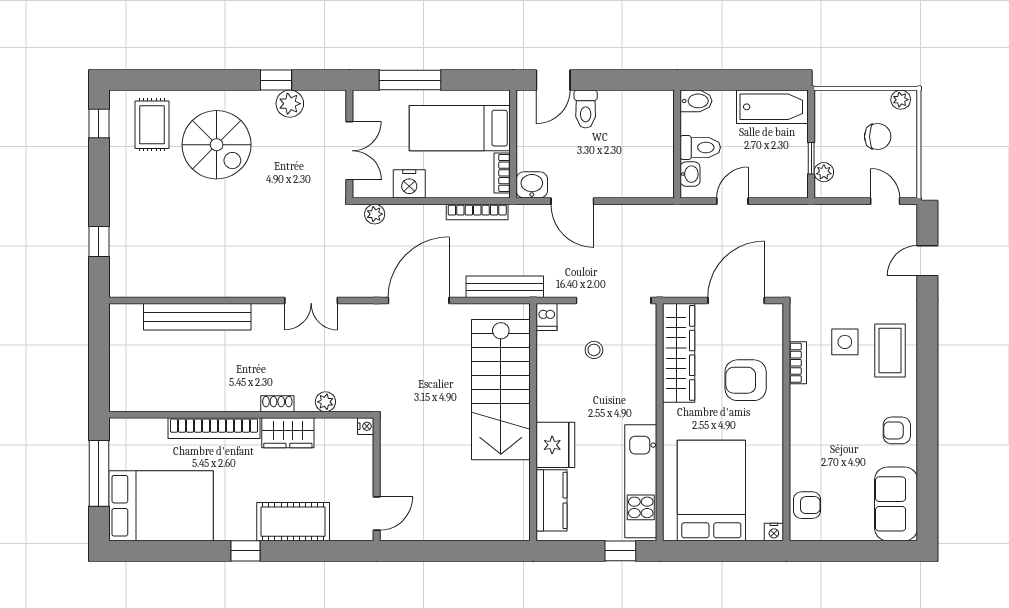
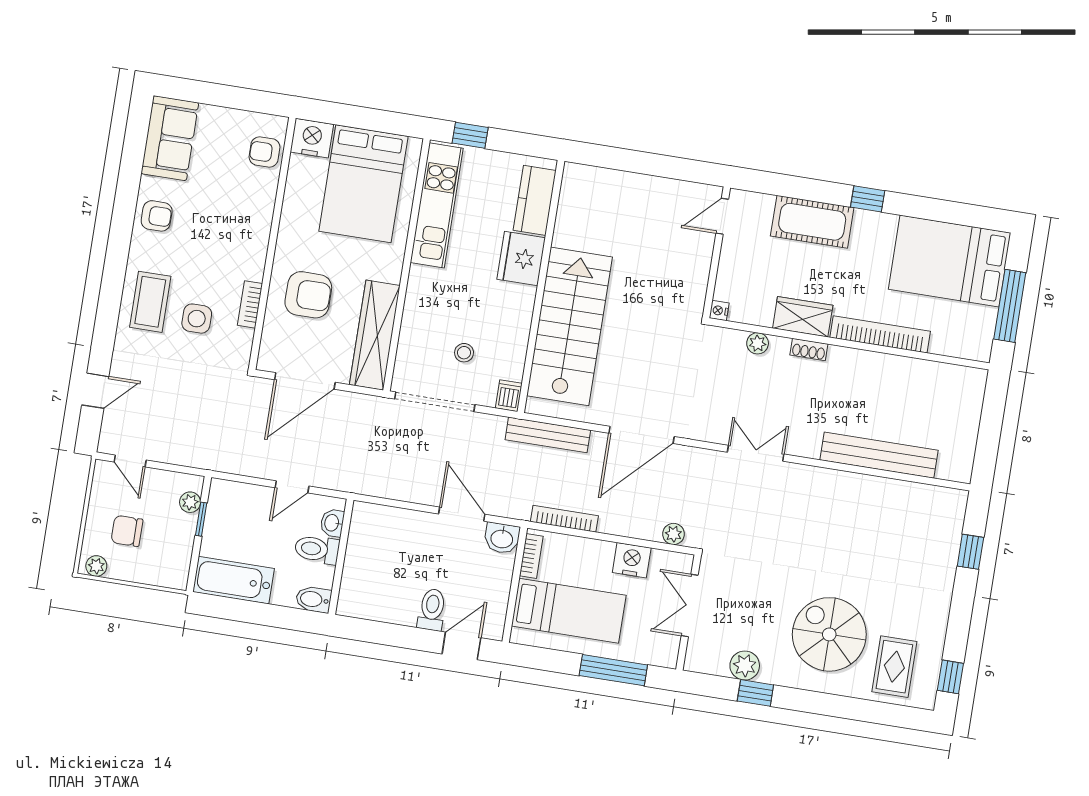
nightstand: (774, 532) -> (312, 138), width x1.89, depth x1.79

